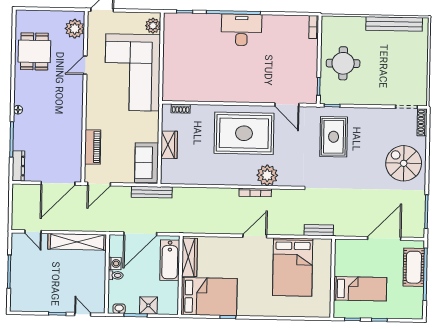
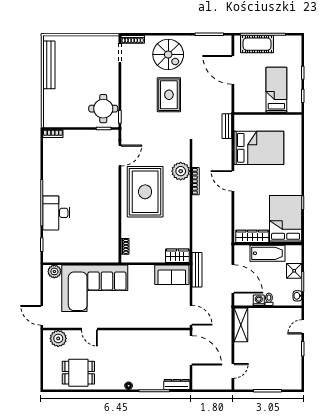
desk: (242, 30) -> (56, 213), moved
round table: (343, 63) -> (103, 109), moved
rug: (334, 137) -> (169, 95), moved, turned 90
wardrobe: (169, 145) -> (177, 256), moved
piano: (93, 147) -> (159, 321), removed
spiral stairs: (404, 163) -> (168, 54), turned -90
shelving: (77, 242) -> (241, 325), width x0.68
bathtub: (170, 260) -> (267, 253), moved

